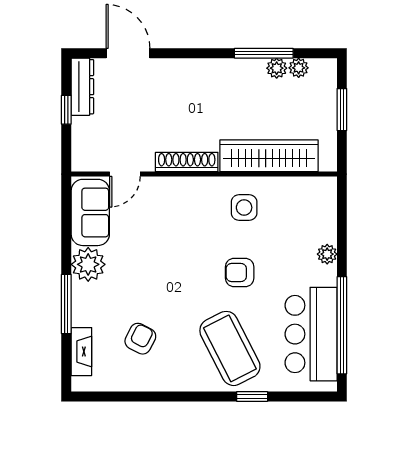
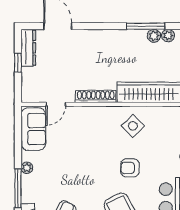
side table: (244, 208) -> (133, 126), turned 45
plant: (88, 264) -> (27, 168), width x0.53, depth x0.53

